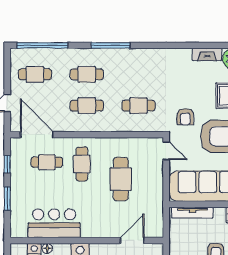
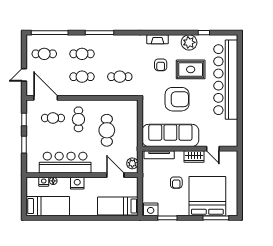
fireplace: (207, 54) -> (158, 39), moved
armchair: (185, 117) -> (161, 65), moved
door: (166, 151) -> (140, 110), removed
bar counter: (54, 223) -> (65, 163), width x1.36
plant: (156, 224) -> (132, 163), added
door: (132, 241) -> (115, 175), hinge flipped

